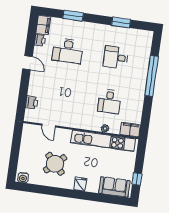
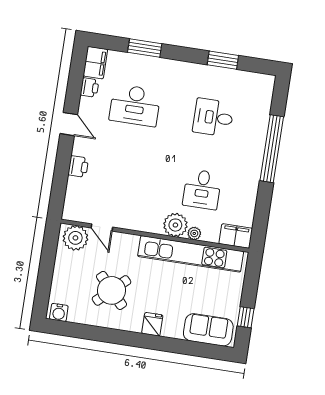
printer: (32, 103) -> (78, 167), moved
plant: (93, 123) -> (175, 225), added
plant: (33, 132) -> (75, 238), added

